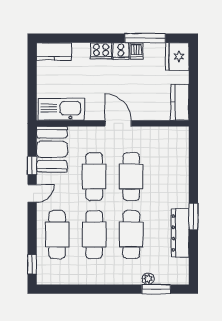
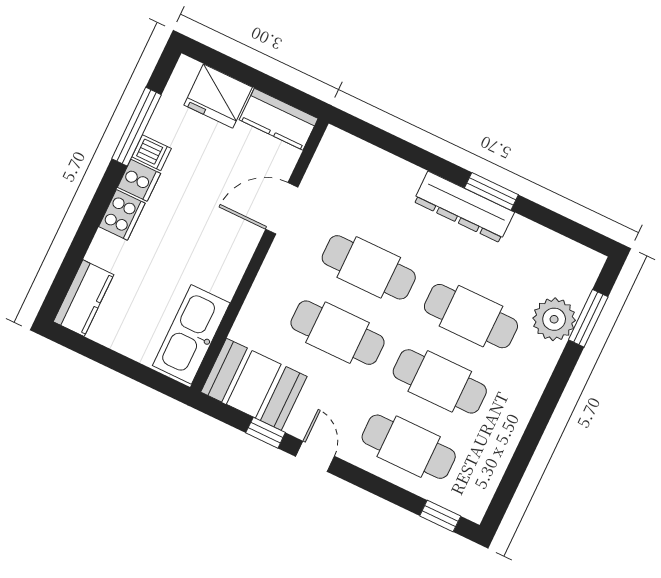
fridge: (177, 57) -> (218, 96), moved
door: (118, 123) -> (282, 208), moved
dresser: (180, 233) -> (464, 207), moved
plant: (148, 279) -> (554, 319), width x1.88, depth x1.88

